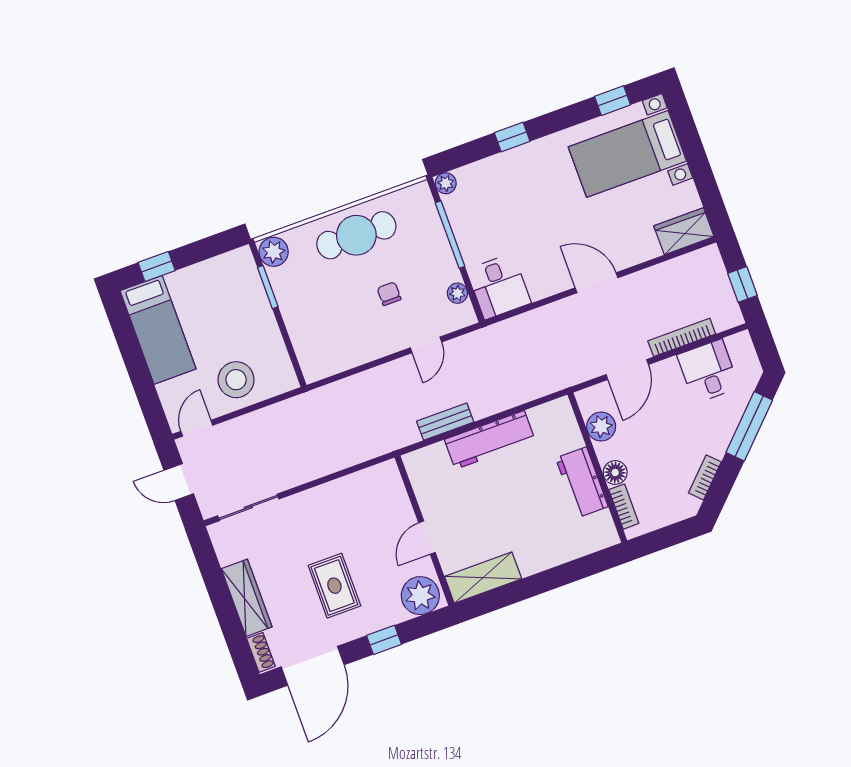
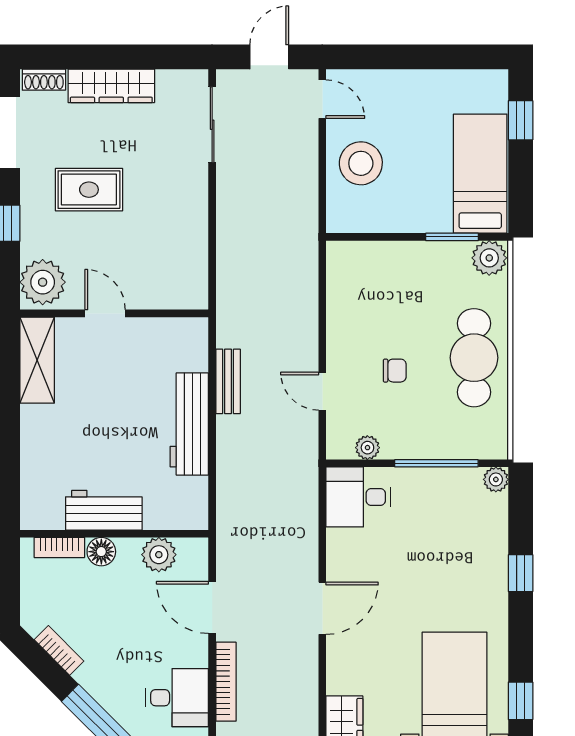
bed: (158, 330) -> (480, 174), moved, turned 90

